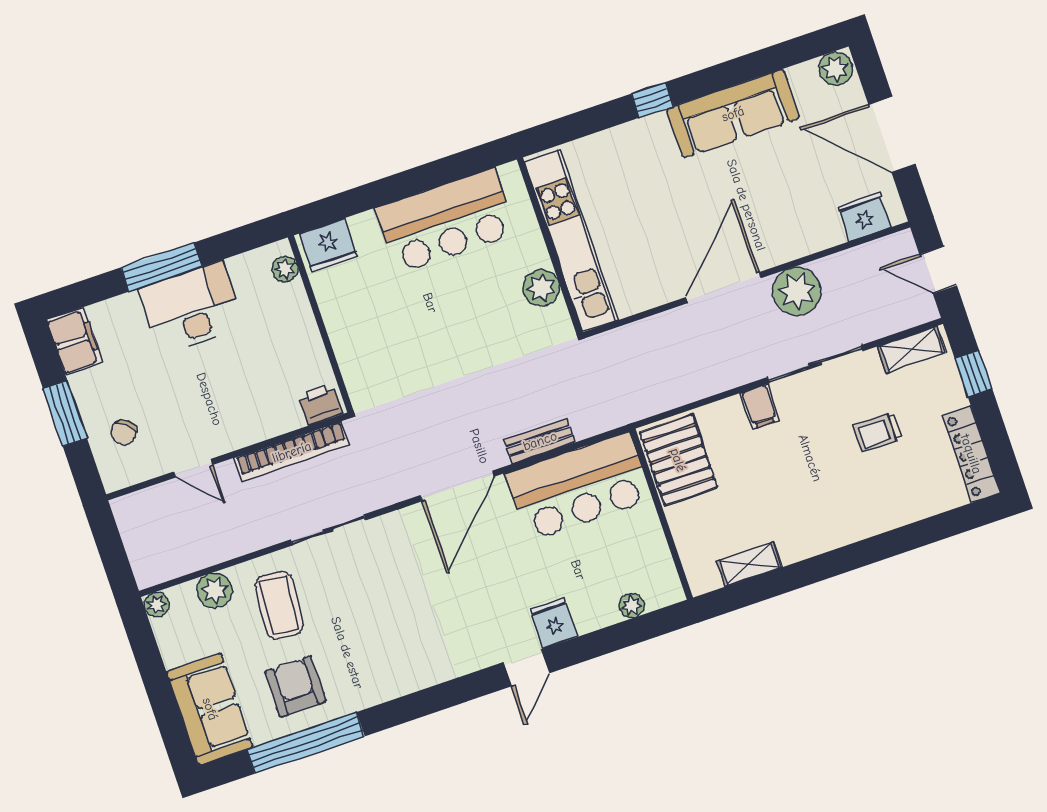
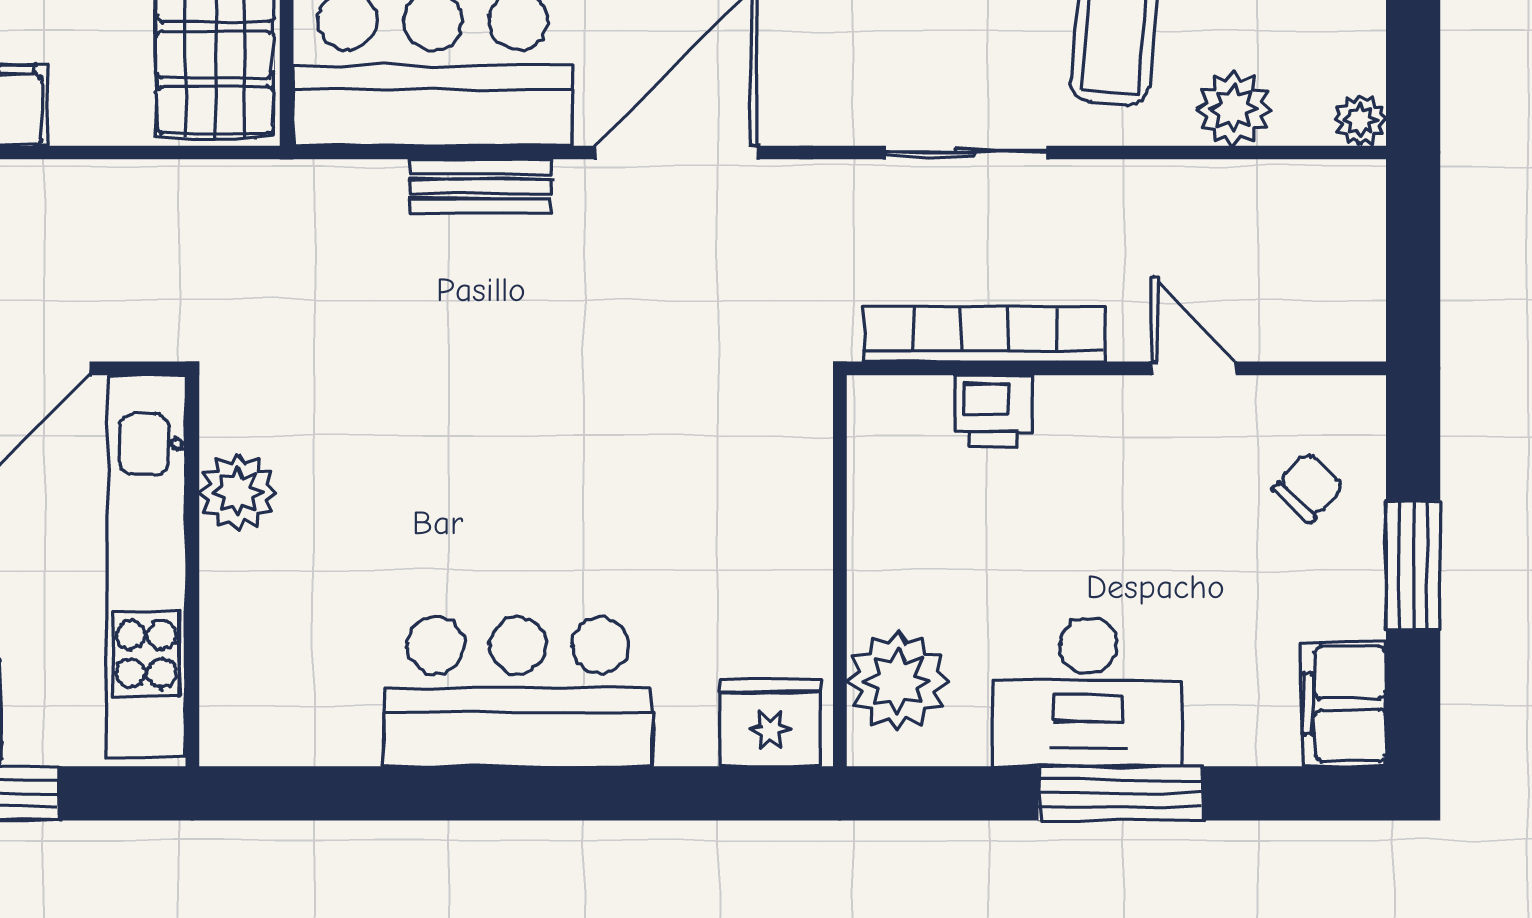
kitchen unit: (571, 241) -> (146, 566), moved
wall: (550, 246) -> (192, 571), moved
plant: (285, 269) -> (897, 681), width x1.87, depth x1.87
plant: (541, 288) -> (238, 492), moved
printer: (320, 404) -> (993, 410), moved

